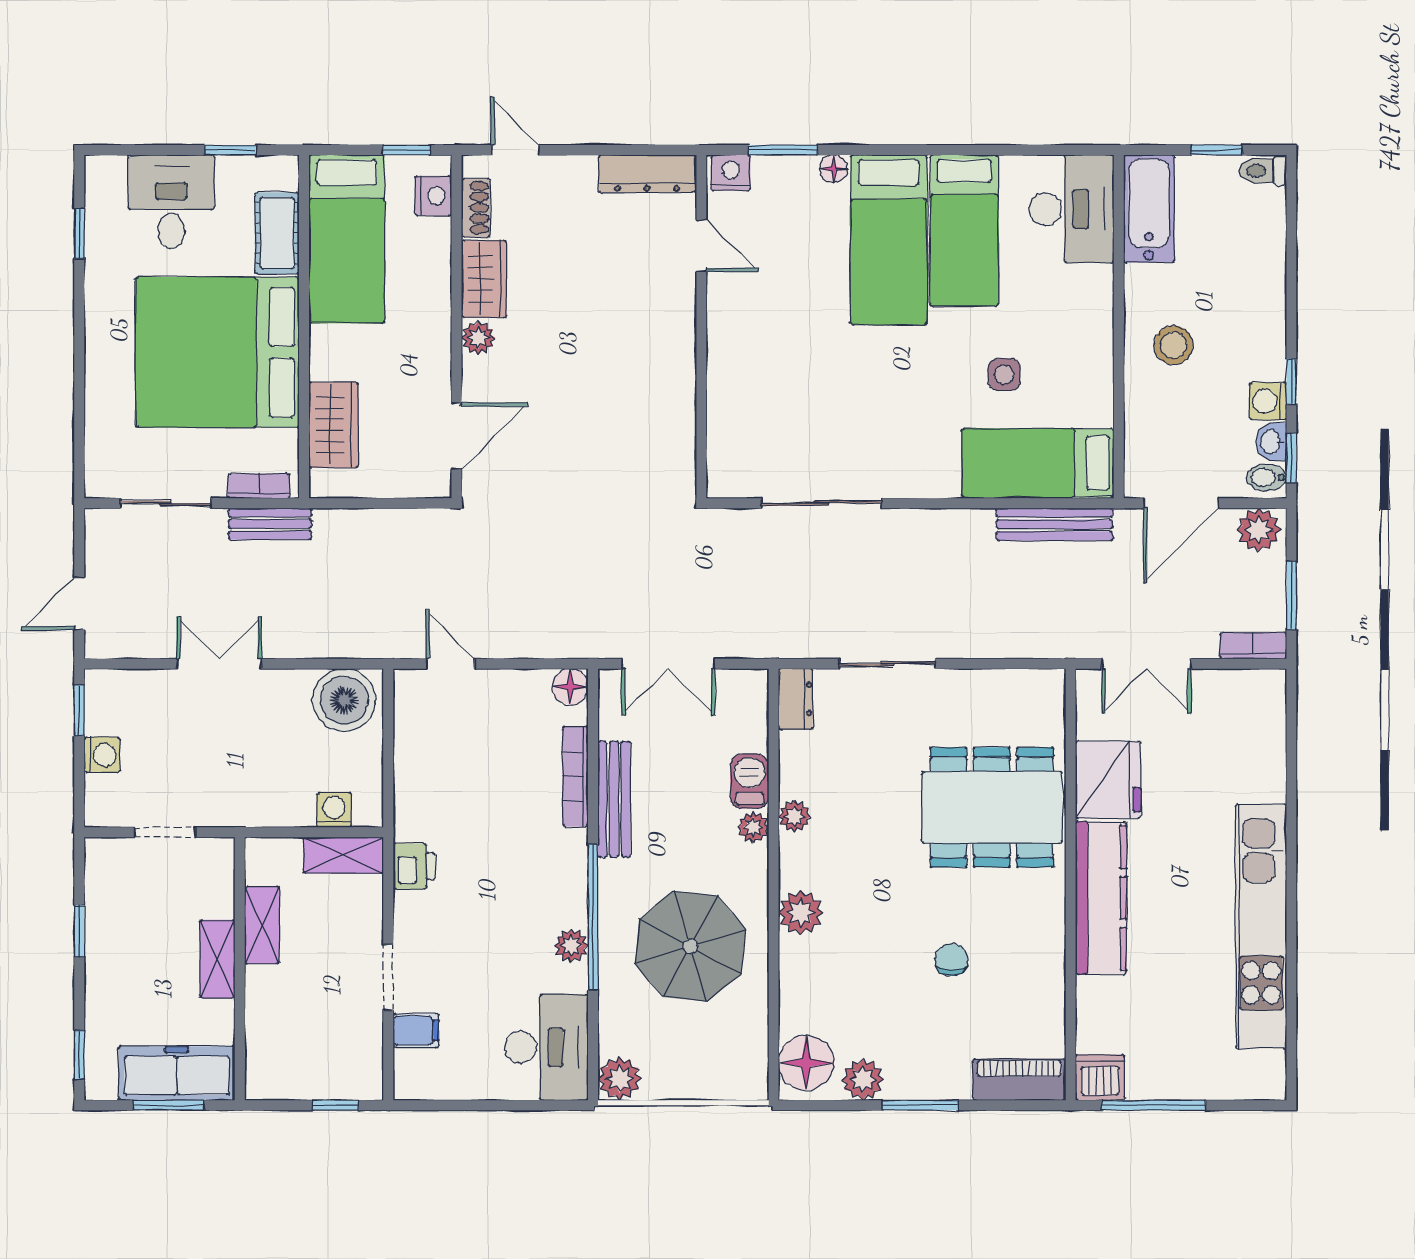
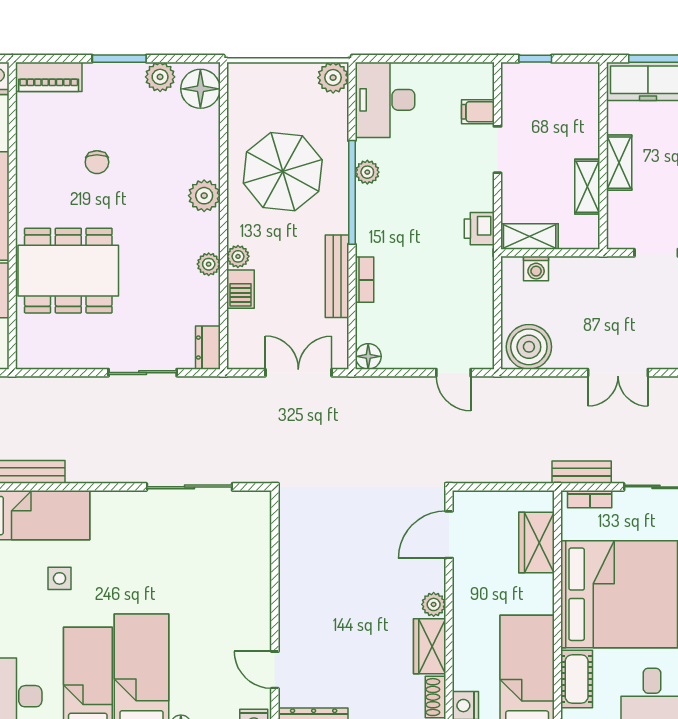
bookcase: (575, 776) -> (364, 280), width x0.64

